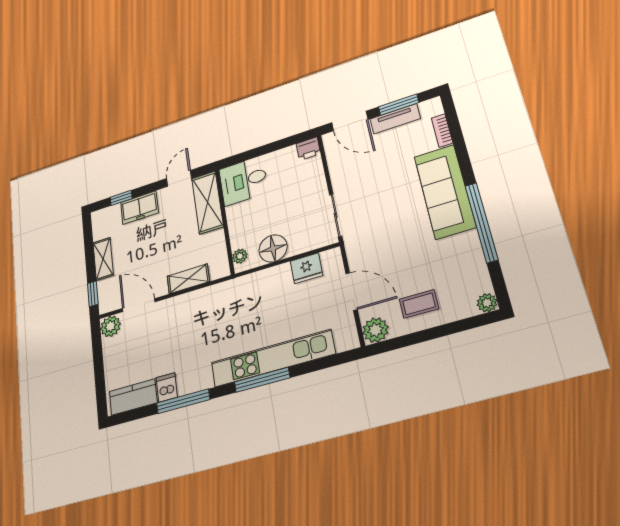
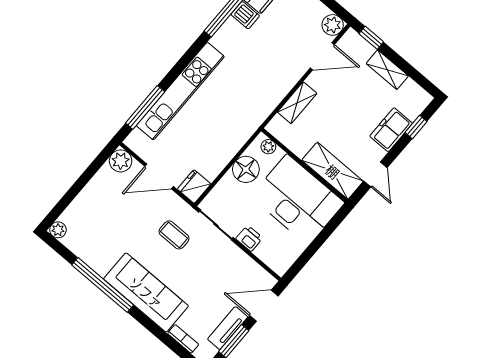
printer: (308, 149) -> (249, 238), moved, turned 90
desk: (243, 181) -> (298, 200), width x1.87, depth x1.30
fridge: (306, 268) -> (194, 187), moved
coffee table: (419, 304) -> (174, 235), moved, turned 90
window: (262, 380) -> (145, 107), moved

